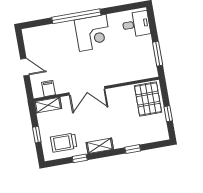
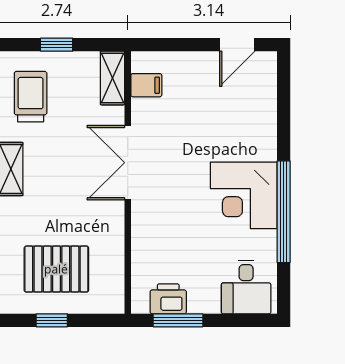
window: (76, 16) -> (284, 212), moved
printer: (148, 60) -> (168, 299), added
door: (25, 67) -> (237, 45), moved
pallet: (148, 99) -> (56, 269), moved

